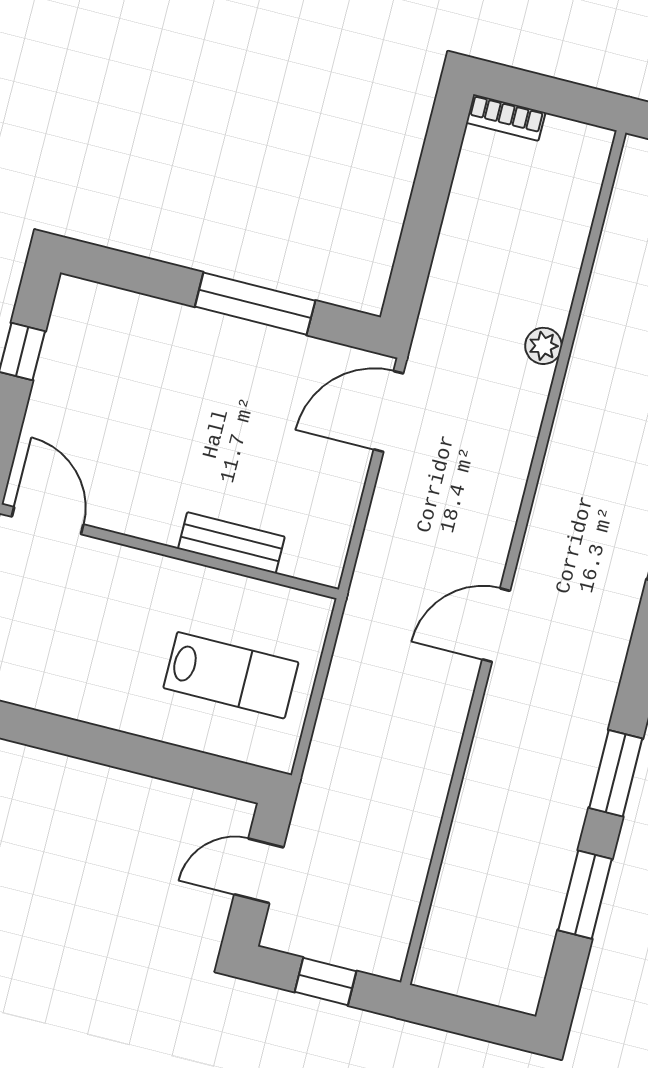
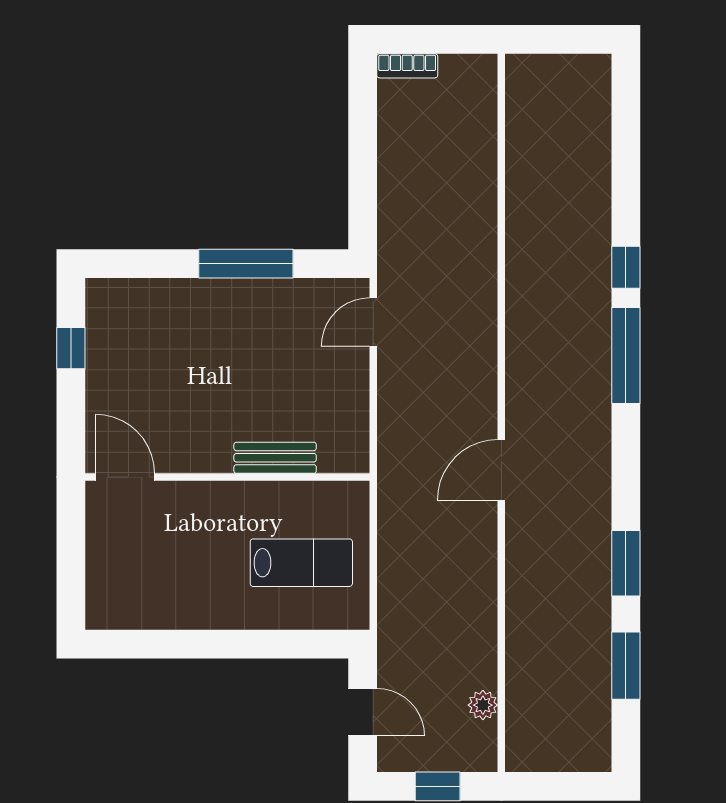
plant: (543, 346) -> (483, 705), moved
door: (389, 411) -> (373, 322), width x0.73
door: (259, 871) -> (363, 712), swing flipped

